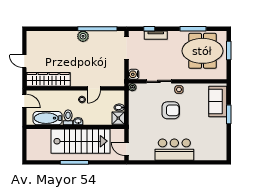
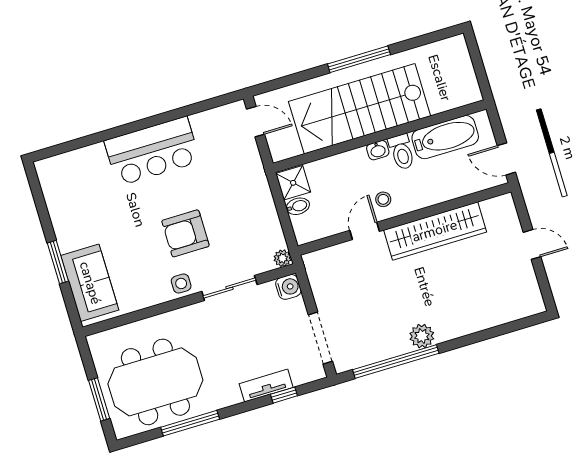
wardrobe: (48, 79) -> (435, 231), moved

